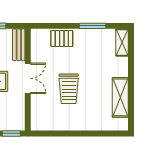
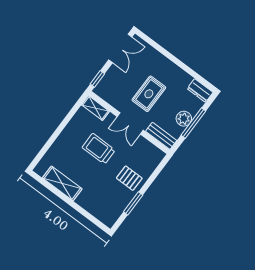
pallet: (62, 39) -> (129, 178), moved, turned 90
shelving: (122, 42) -> (95, 108), moved

